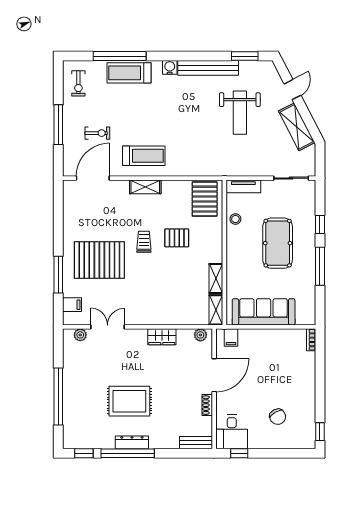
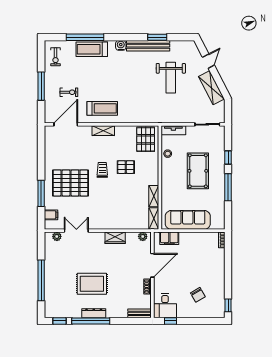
window: (245, 56) -> (157, 37), moved
filing cabinet: (231, 337) -> (169, 238), width x2.00

